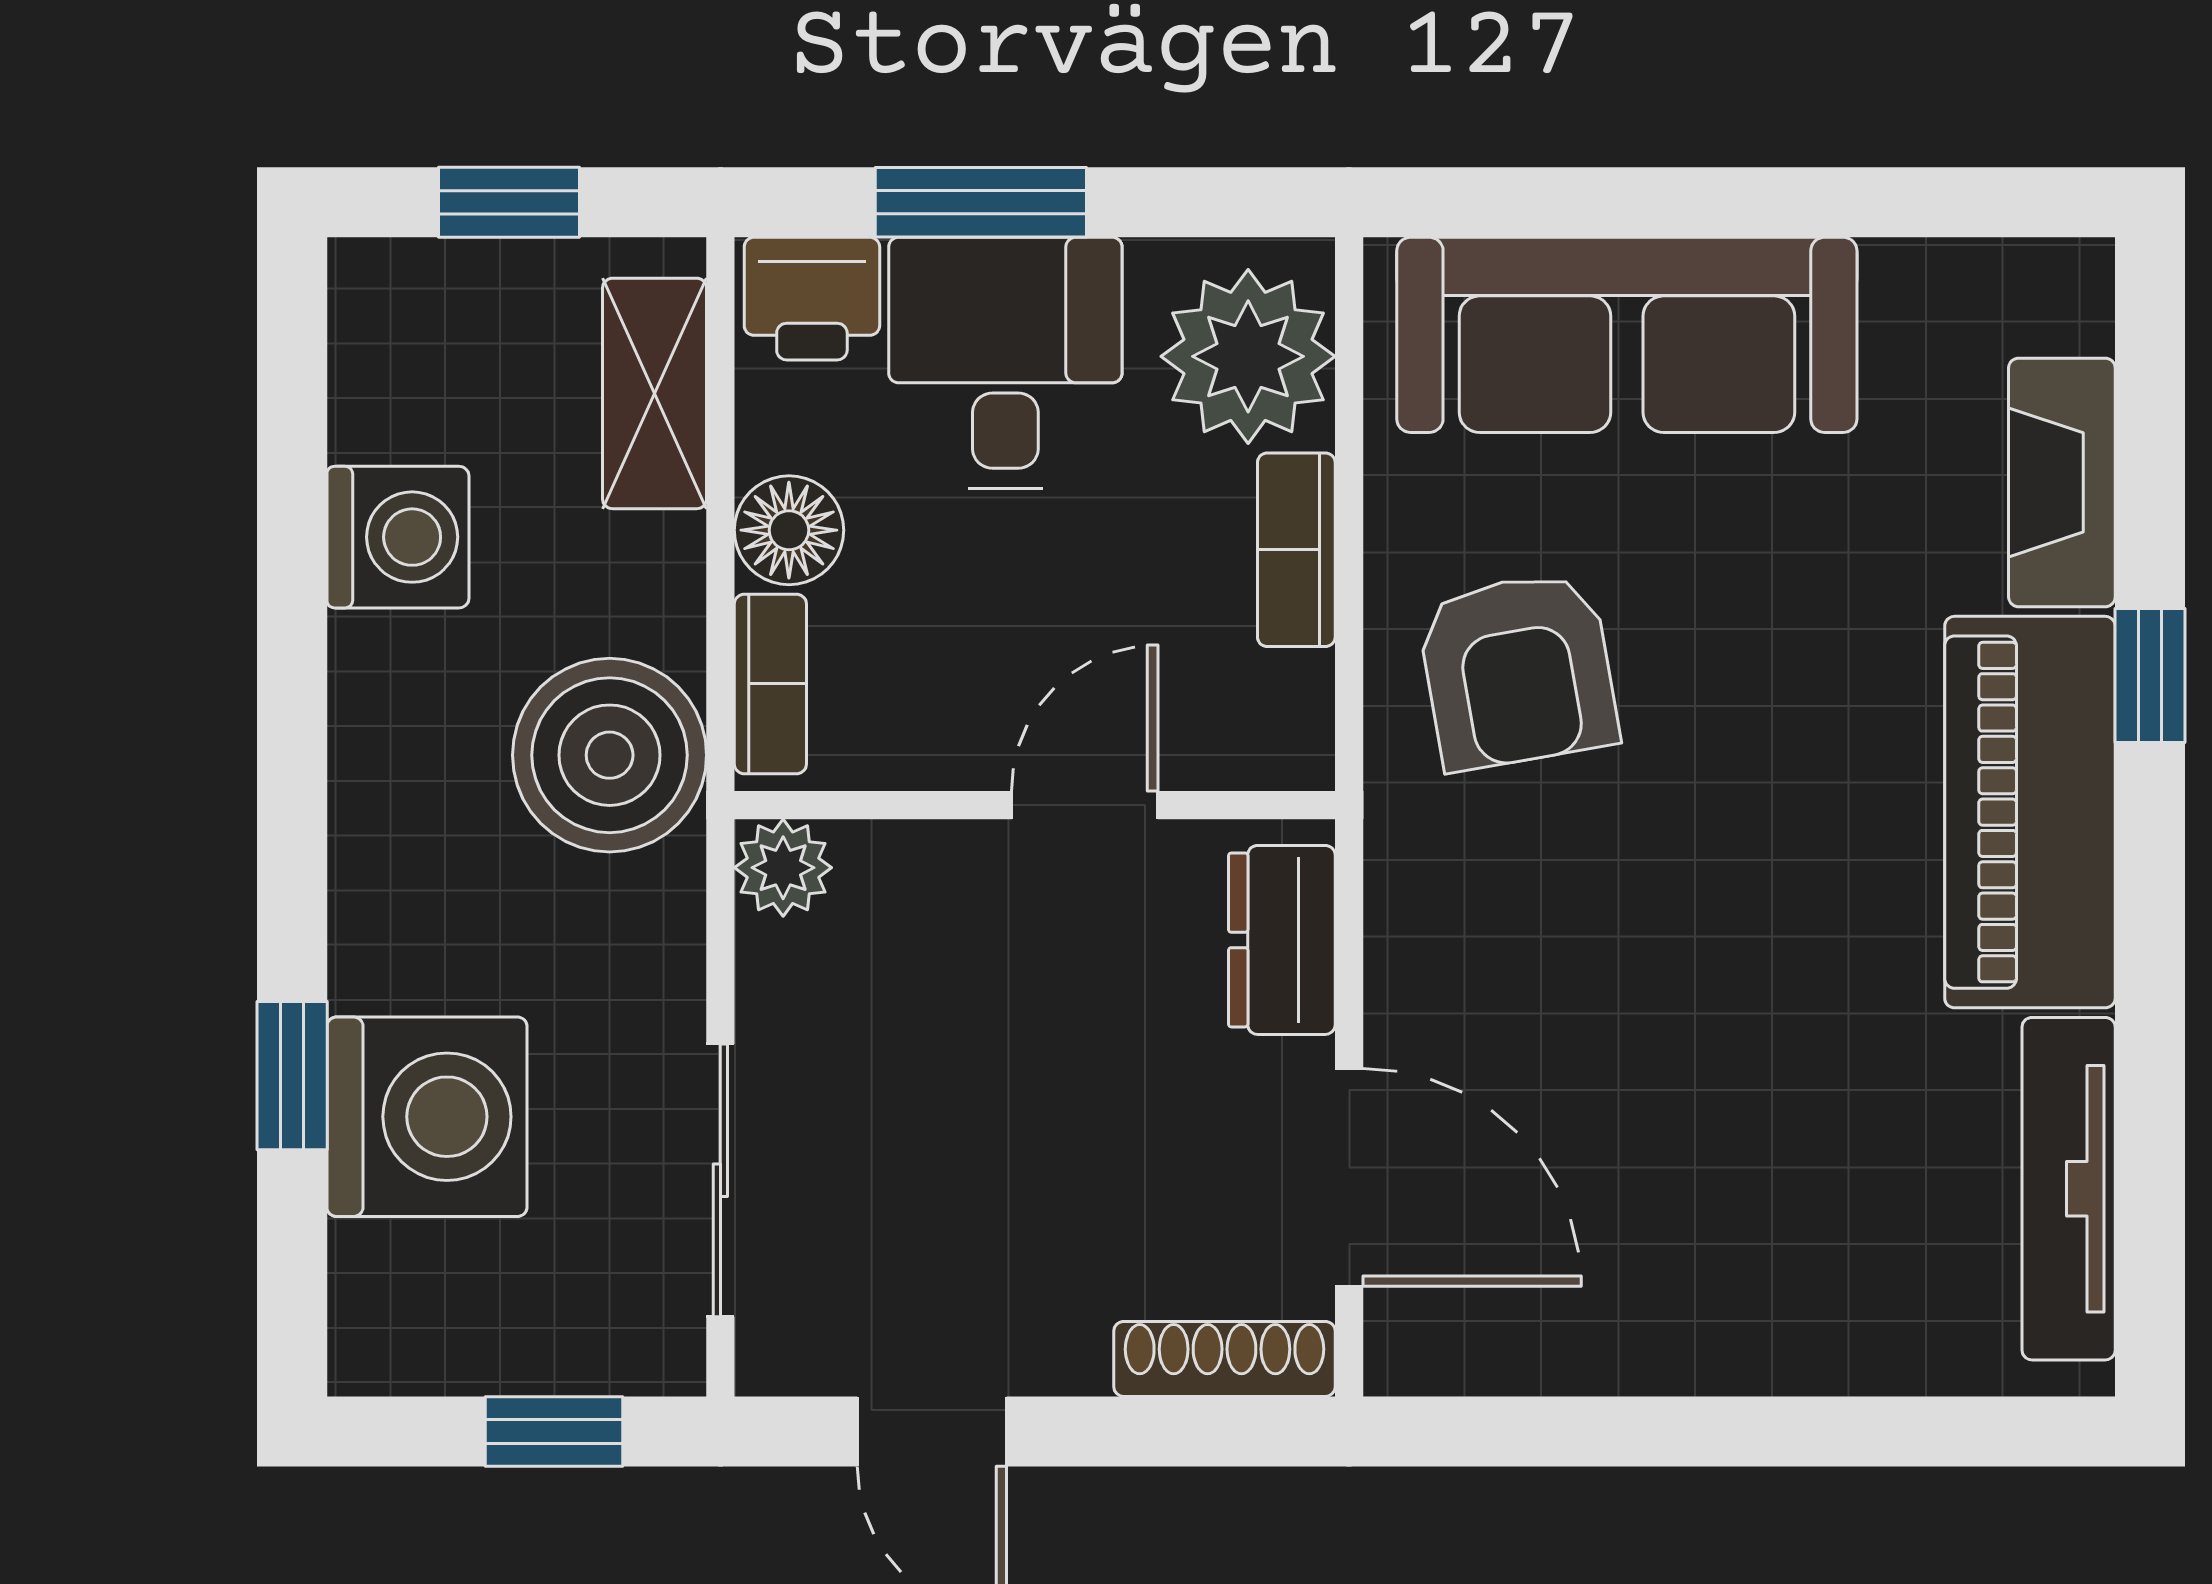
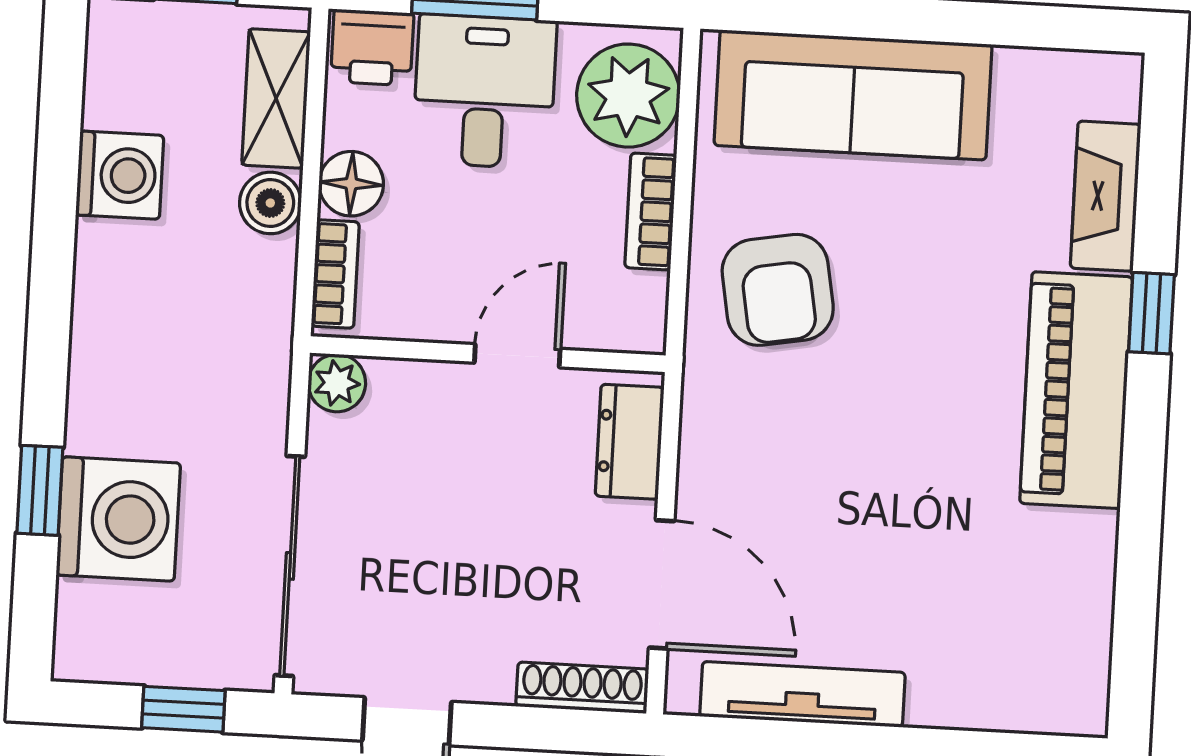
boiler: (610, 755) -> (270, 203), moved, width x0.54, depth x0.54
sliding door: (720, 1180) -> (290, 566), width x1.37
tv unit: (2069, 1189) -> (802, 694), moved, turned 90

